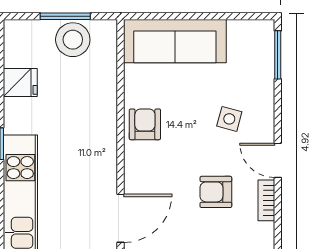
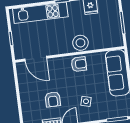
stool: (73, 40) -> (80, 43), moved
armchair: (216, 192) -> (53, 99), turned 180

